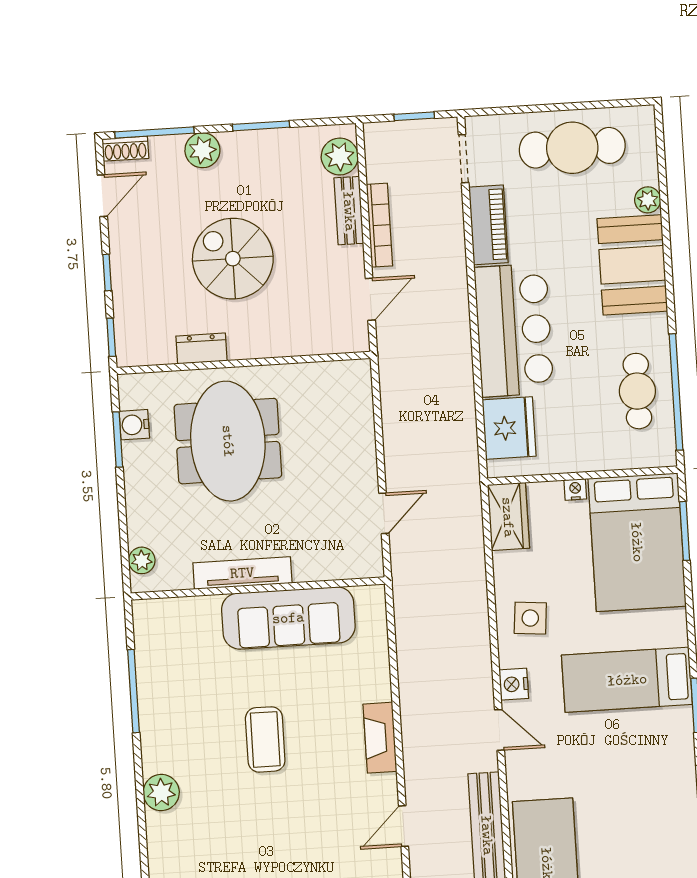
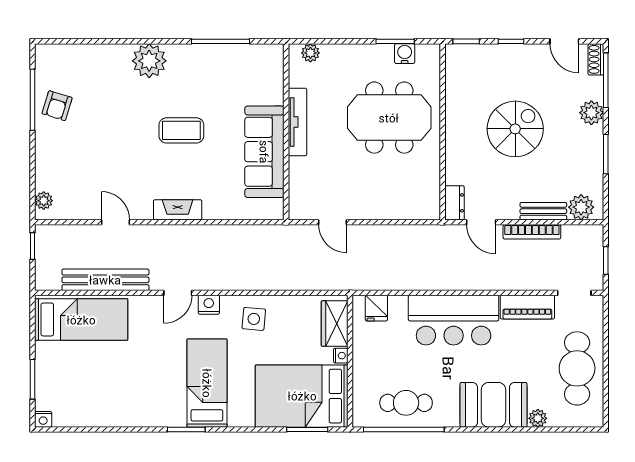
dresser: (201, 348) -> (454, 203), moved
fridge: (509, 428) -> (376, 308), width x0.53, depth x0.75
wardrobe: (508, 517) -> (335, 324), moved, turned 90
plant: (161, 793) -> (149, 61), width x1.36, depth x1.36

